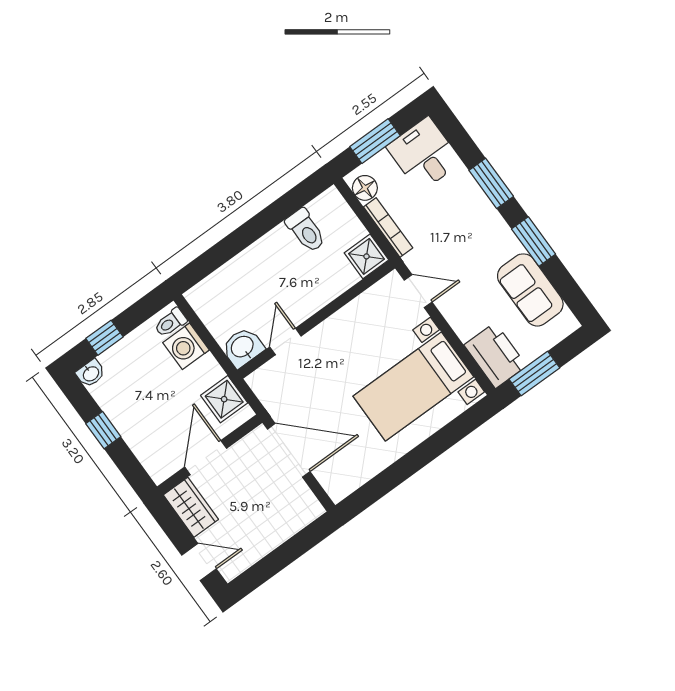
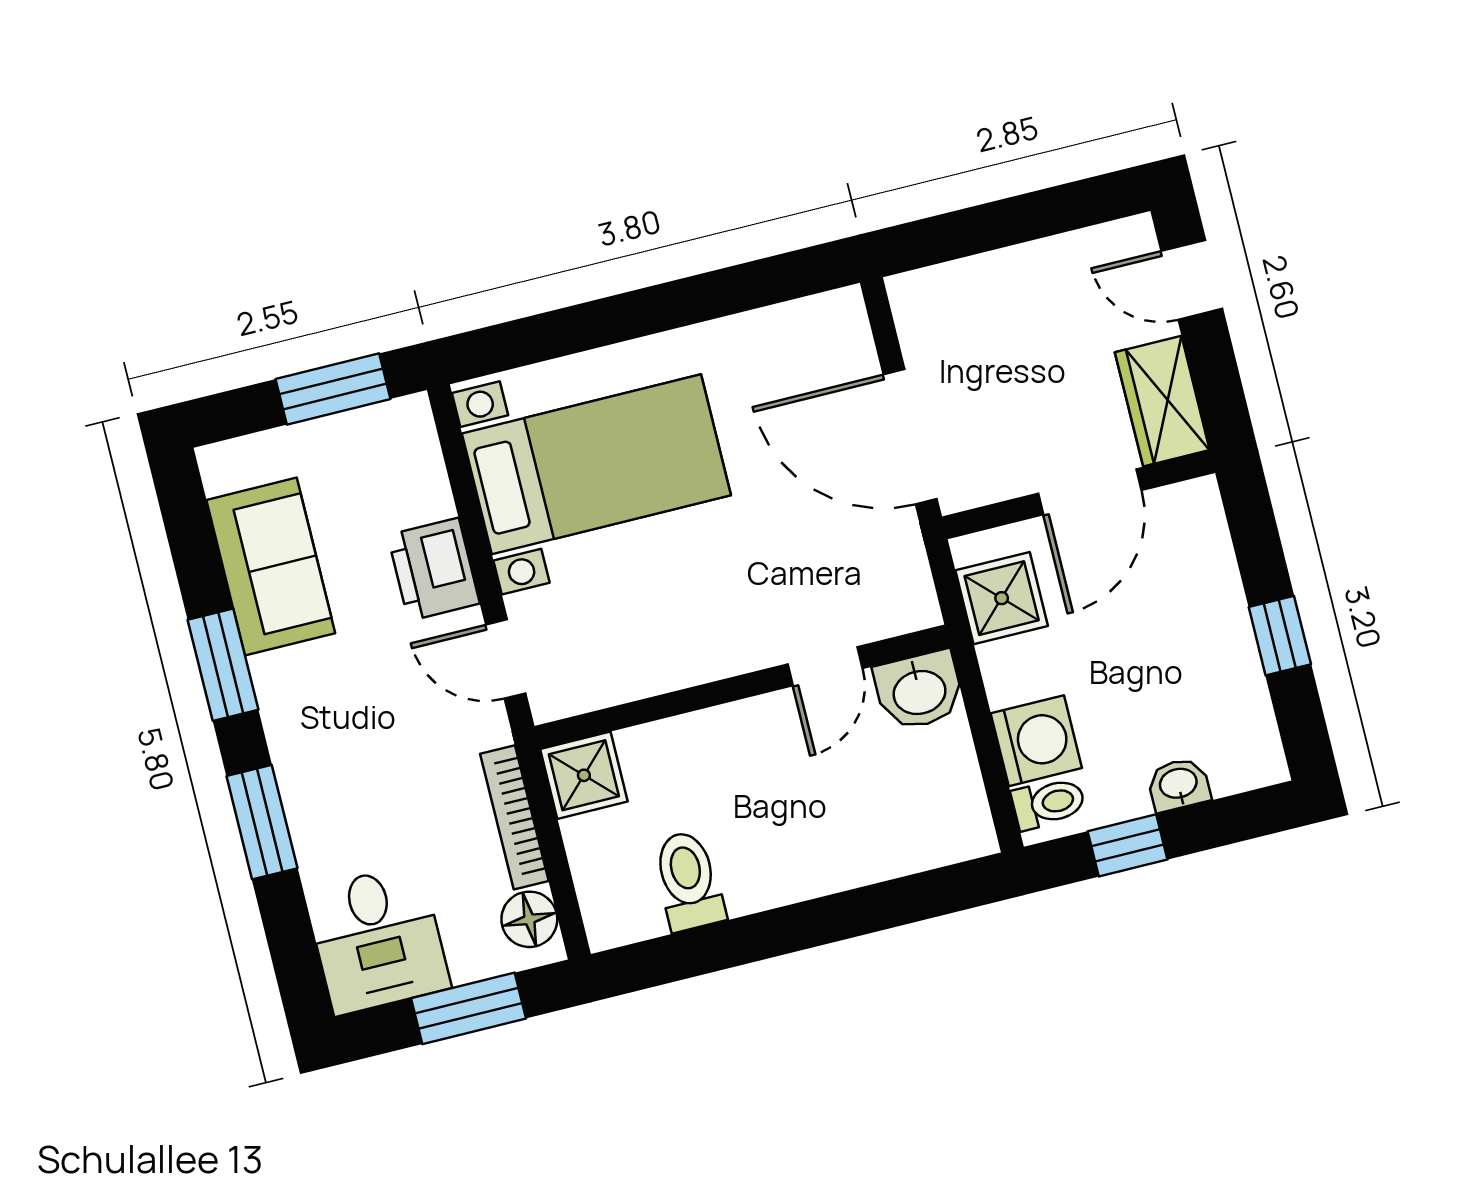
window: (104, 338) -> (1127, 845), moved
printer: (495, 355) -> (434, 569), moved, width x0.73, depth x0.84
washbasin: (91, 373) -> (1179, 785), moved

